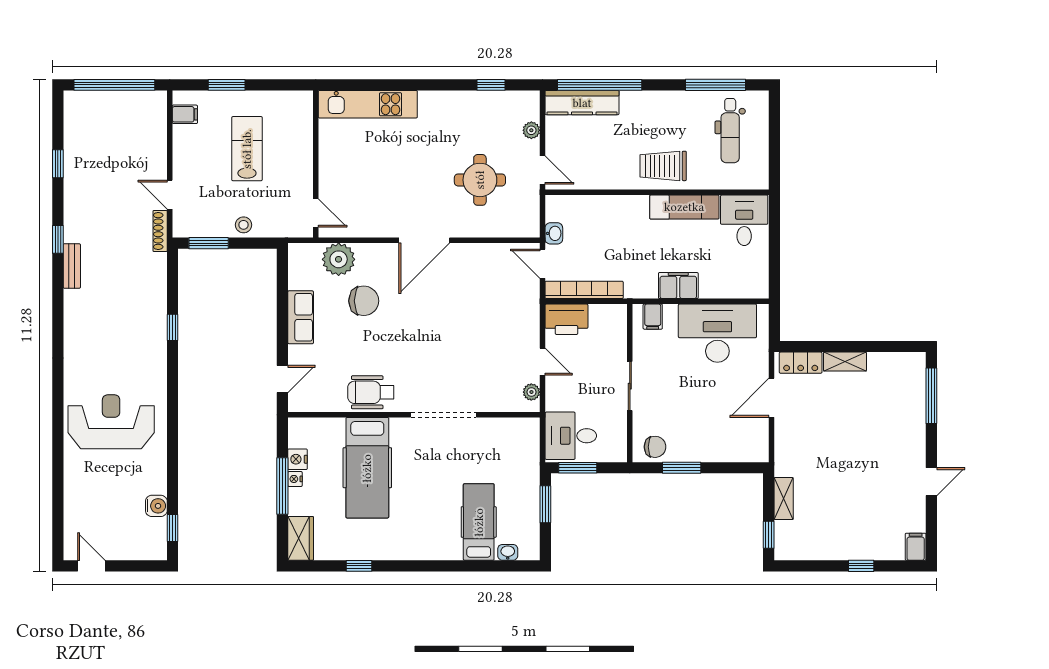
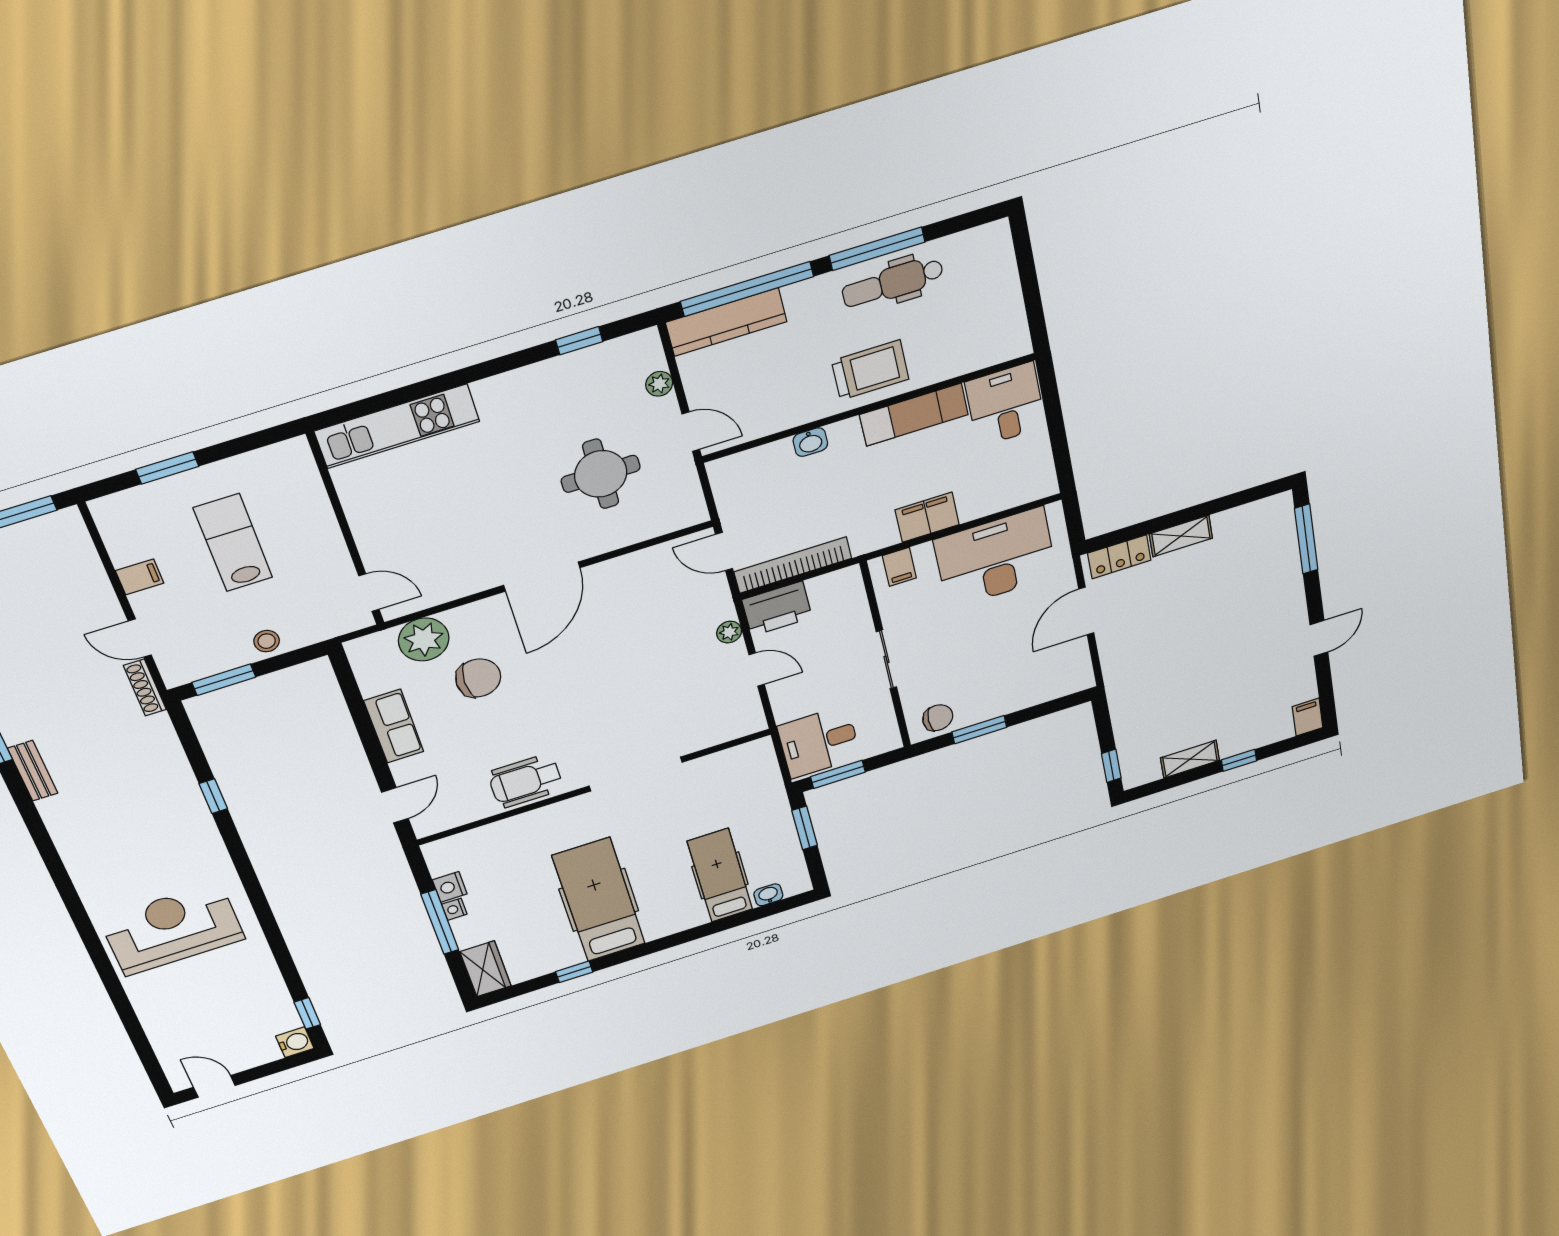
window: (716, 85) -> (877, 249), moved
filing cabinet: (185, 114) -> (140, 577), moved
dental chair: (730, 131) -> (893, 283), moved, turned 90
trolley: (663, 166) -> (870, 370), turned 180
washbasin: (554, 233) -> (810, 442), moved, turned 90
plant: (531, 392) -> (729, 632), moved
hospital bed: (367, 468) -> (599, 900), moved, turned 180
shelving: (784, 499) -> (1190, 759), moved, turned 90
water cooler: (156, 506) -> (295, 1042), moved

